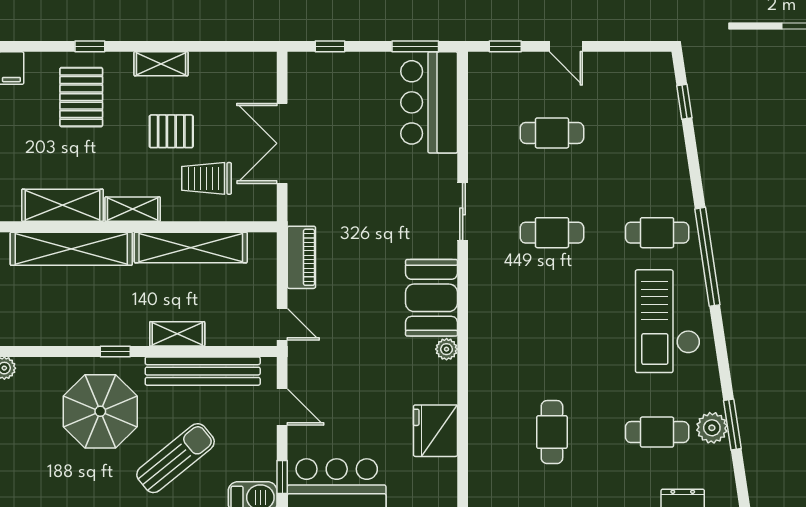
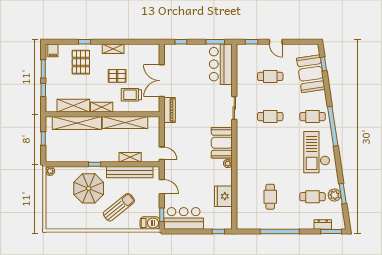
booth: (653, 126) -> (311, 74), added
piano: (301, 257) -> (170, 110), moved
shelving: (177, 334) -> (130, 157), moved

